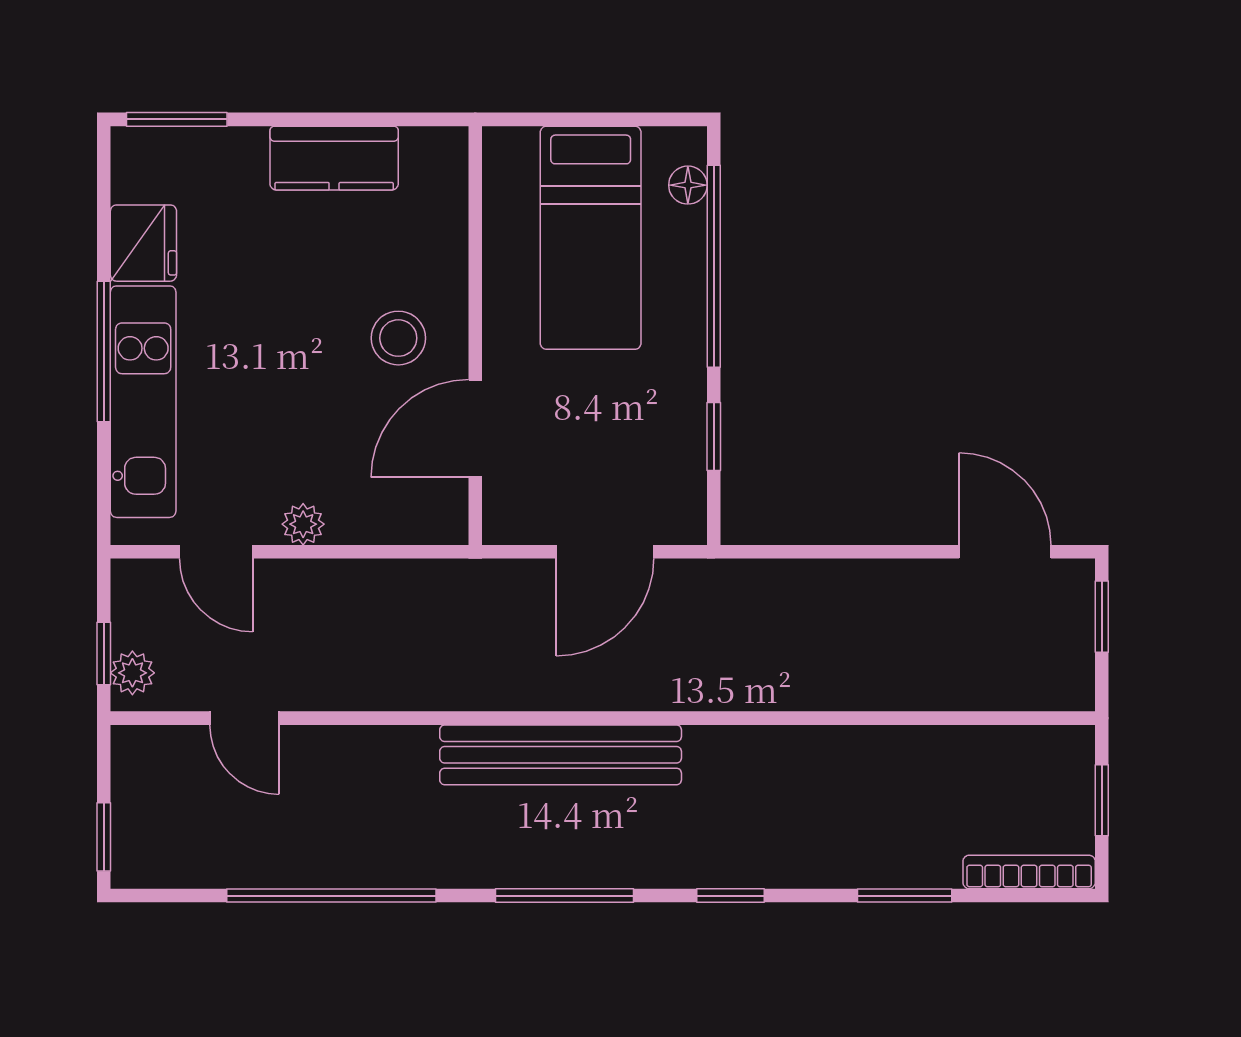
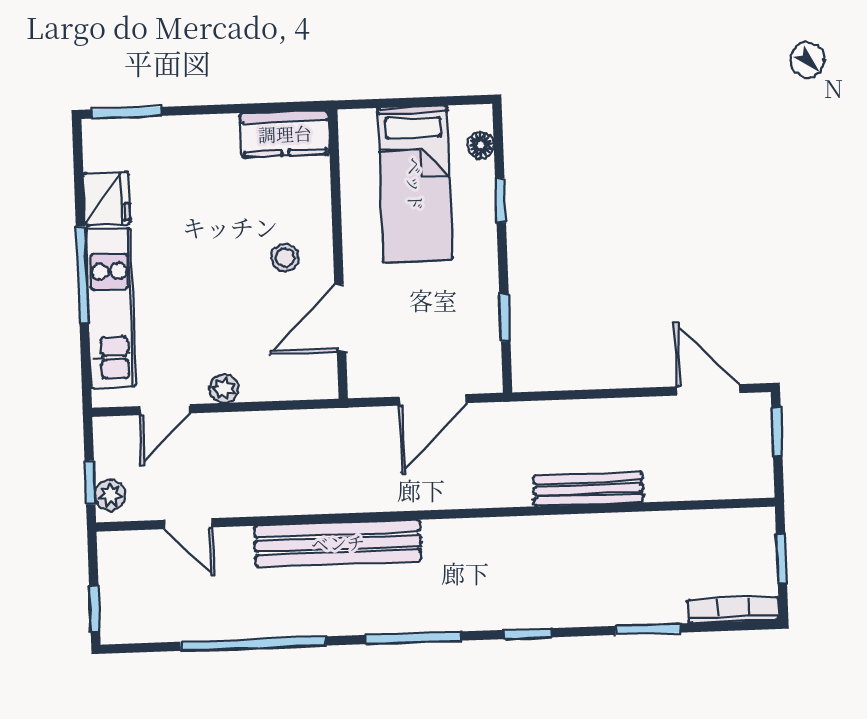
kitchen counter: (334, 158) -> (285, 134), moved
window: (714, 266) -> (501, 200), width x0.32
stool: (398, 338) -> (285, 258), width x0.73, depth x0.73
door: (216, 552) -> (165, 410), hinge flipped
bench: (825, 689) -> (588, 489), added
bench: (561, 755) -> (338, 543), moved

